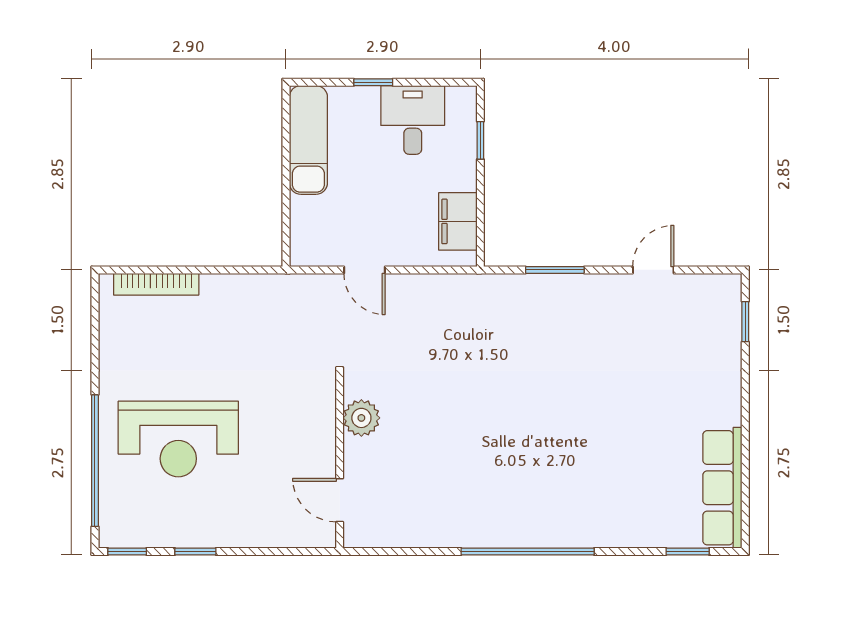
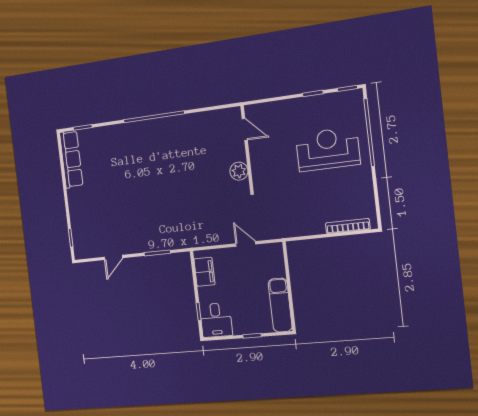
desk: (413, 120) -> (216, 320), moved

